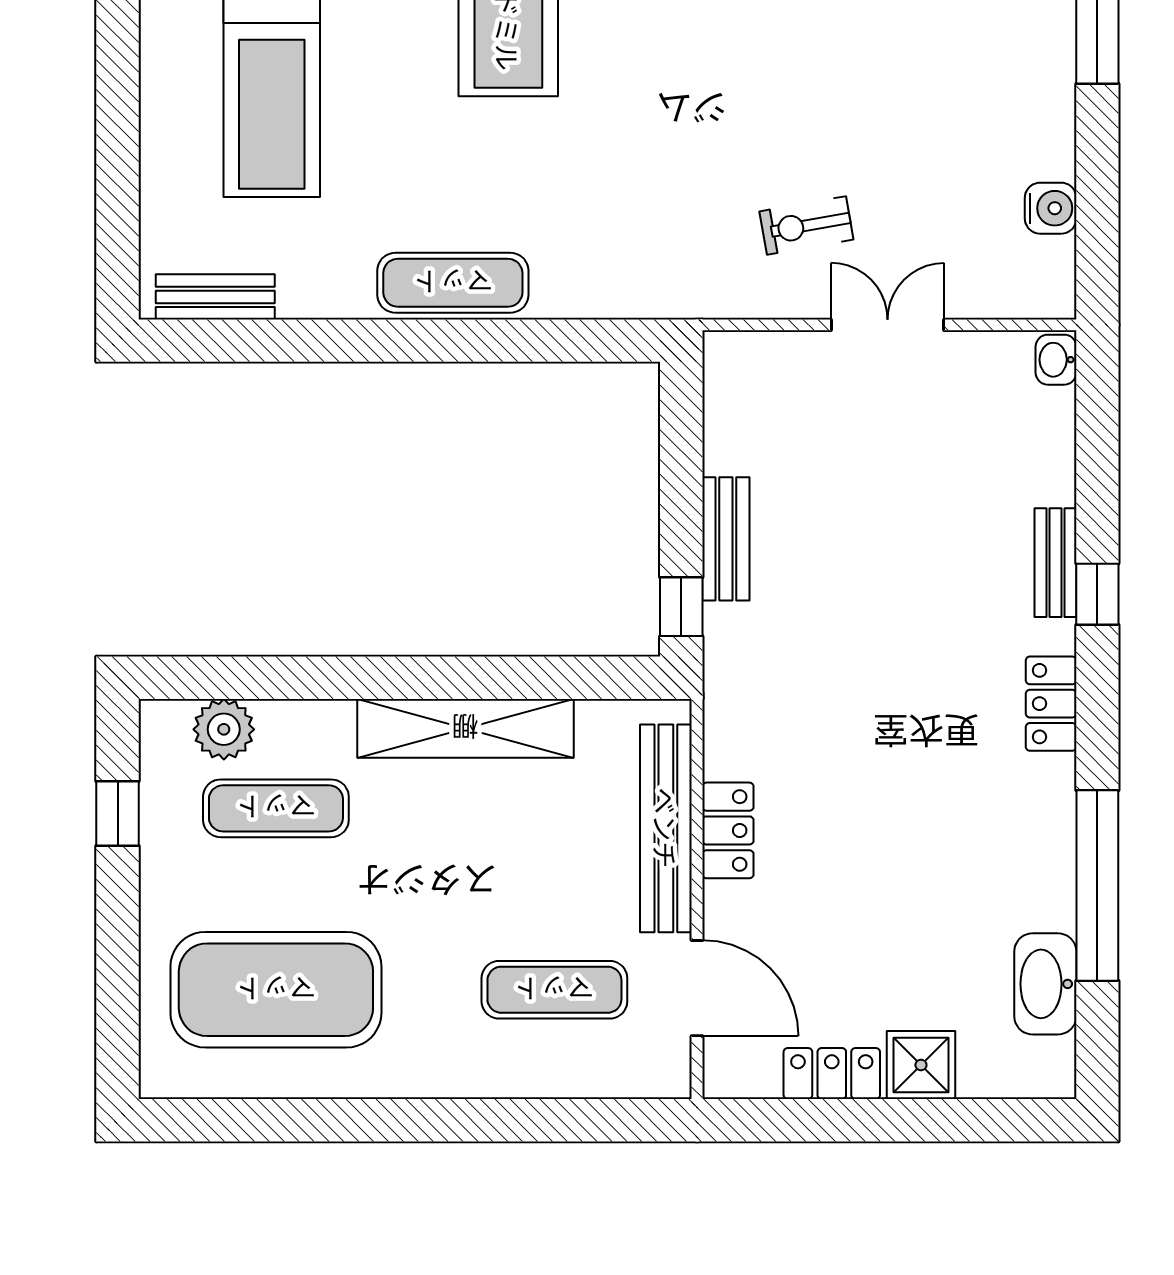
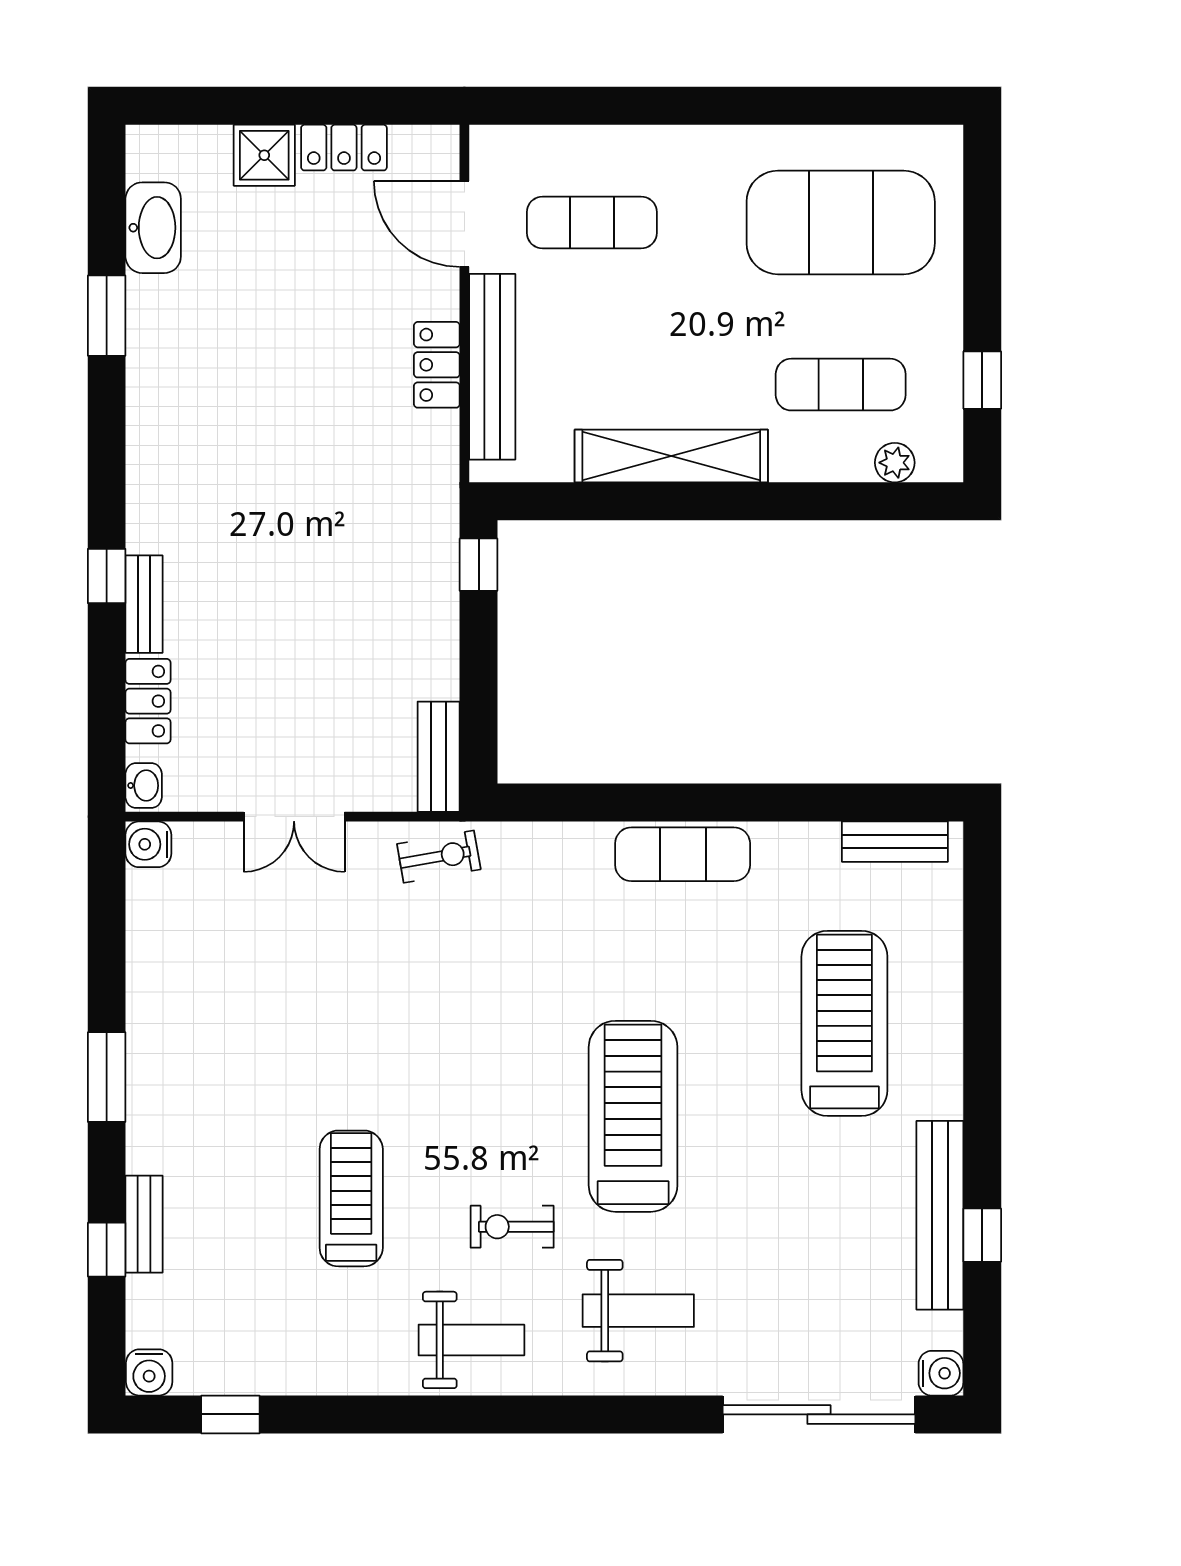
water cooler: (1051, 208) -> (148, 844), moved
exercise bike: (806, 226) -> (439, 857), moved
bench: (726, 539) -> (439, 757), moved
locker: (1051, 704) -> (148, 701), moved
plant: (224, 729) -> (895, 463), width x0.73, depth x0.73
window: (1097, 886) -> (107, 316), width x0.47

